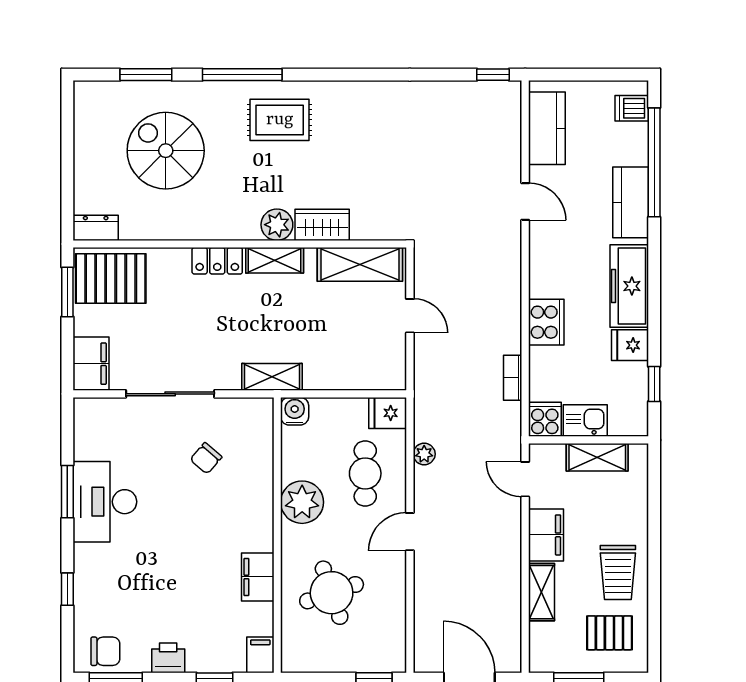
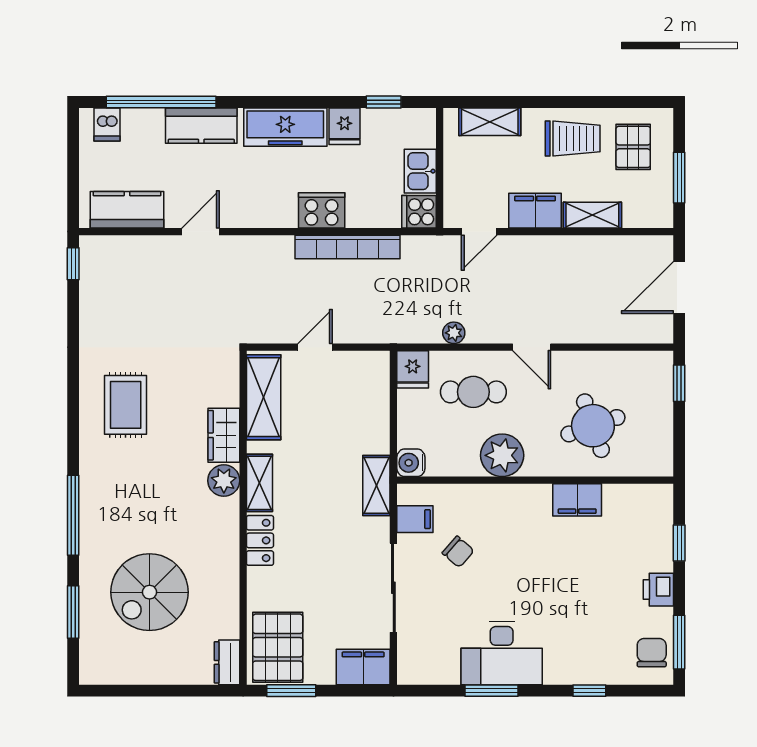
rug: (280, 120) -> (126, 405), moved
bookcase: (513, 378) -> (347, 247), width x2.31, depth x1.31
shelving: (597, 457) -> (490, 122), moved, turned 90
filing cabinet: (260, 655) -> (415, 519), moved, turned 180

